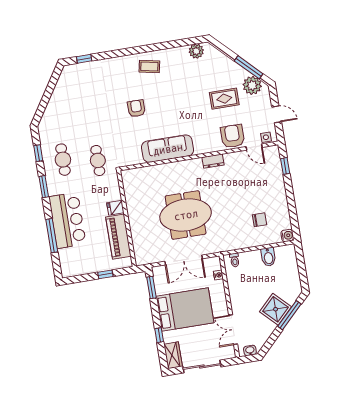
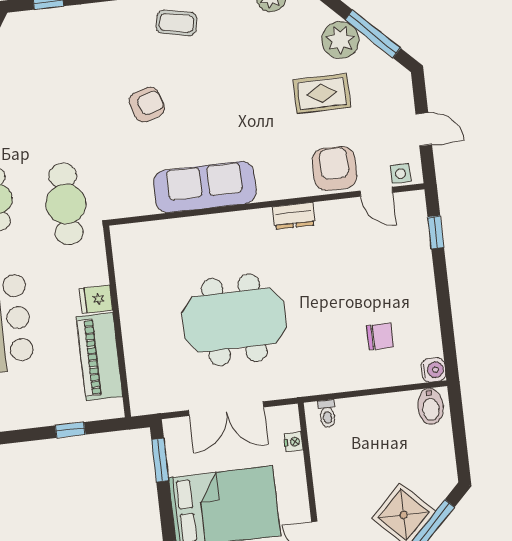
plant: (252, 85) -> (340, 40), moved
armchair: (136, 108) -> (147, 105), turned 72
cafe table: (98, 160) -> (66, 204), width x1.37, depth x1.35
bidet: (268, 257) -> (431, 406), moved

